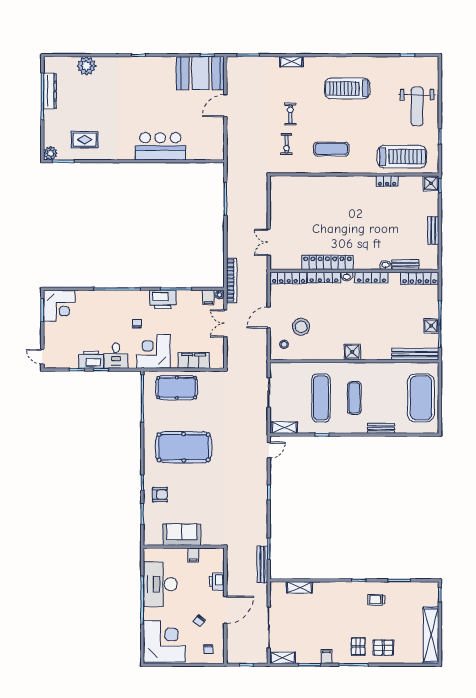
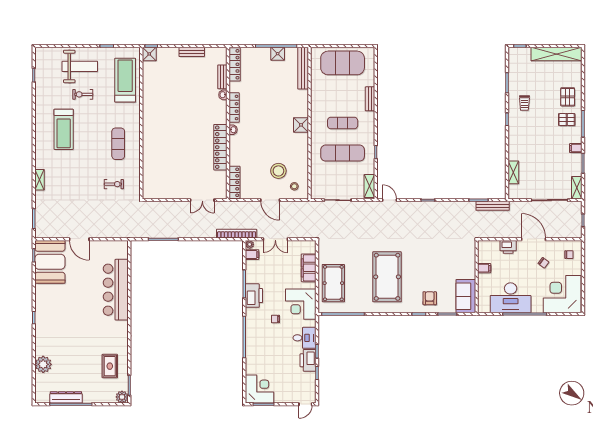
exercise bike: (290, 114) -> (83, 94), moved
bar counter: (160, 146) -> (116, 290), width x1.36
locker: (387, 181) -> (147, 93), removed
locker: (324, 277) -> (234, 150), removed
sofa: (182, 535) -> (466, 296), moved

